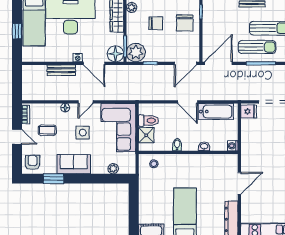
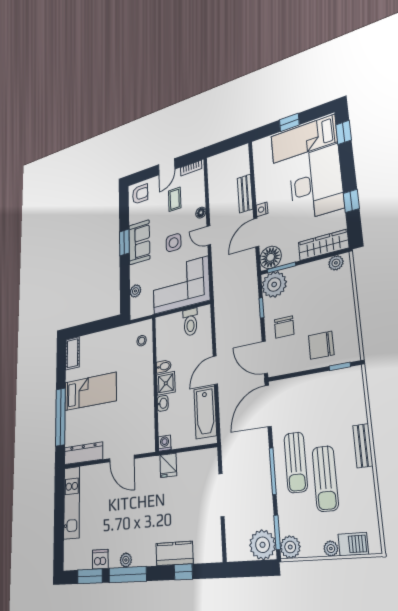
chair: (156, 23) -> (284, 327), moved
door: (218, 63) -> (268, 406), swing flipped
fridge: (249, 111) -> (168, 465), moved
shower: (146, 135) -> (166, 383), moved
window: (54, 179) -> (124, 242), moved

